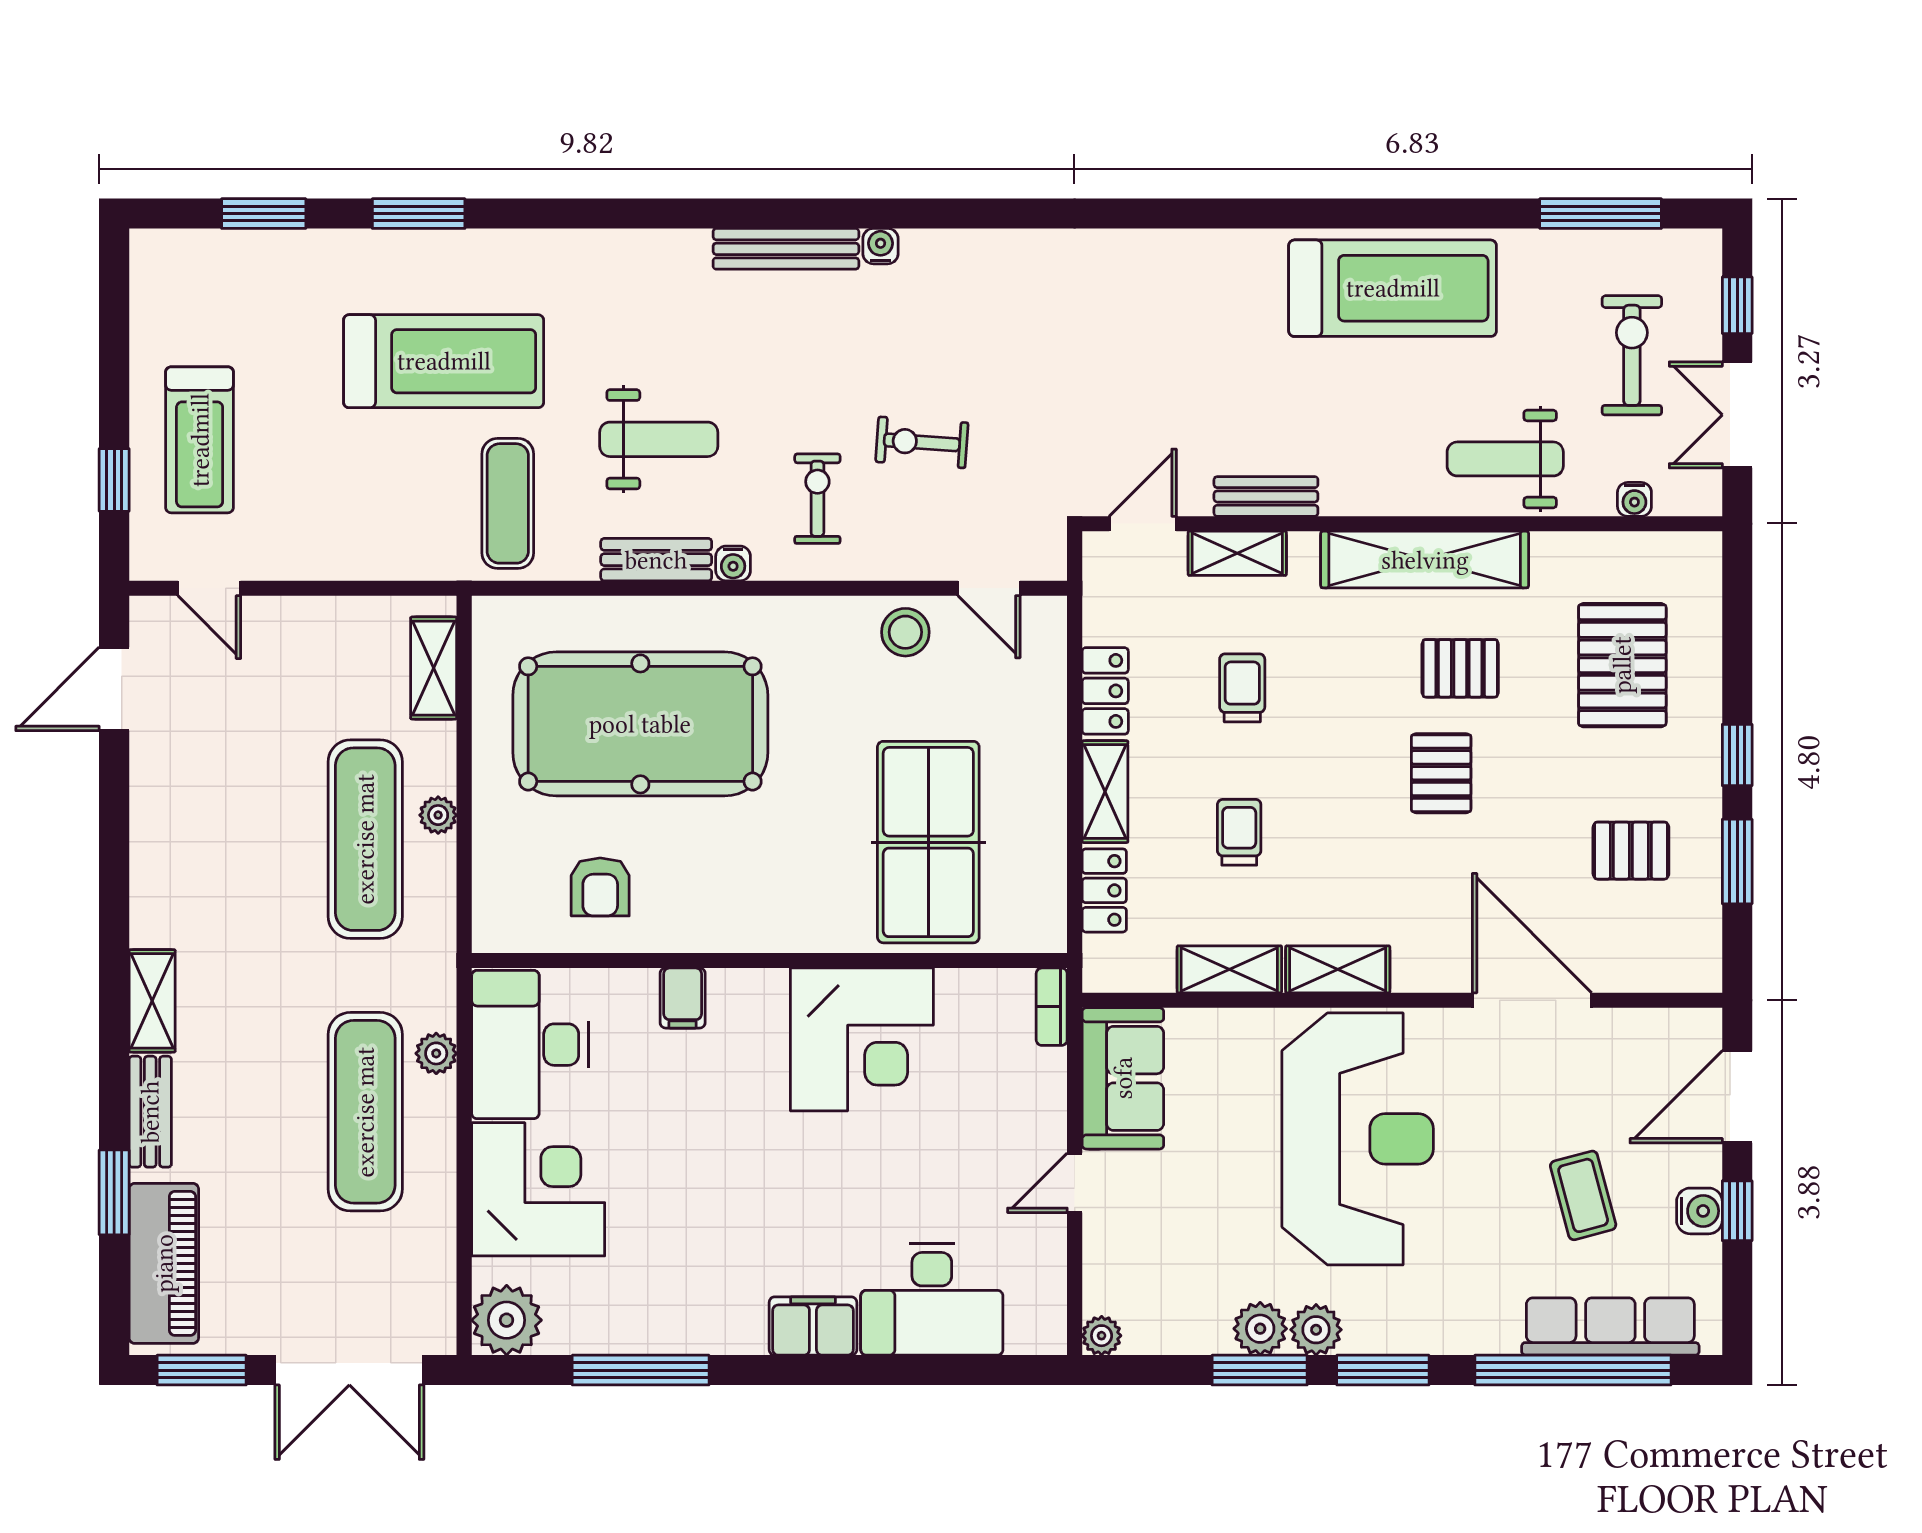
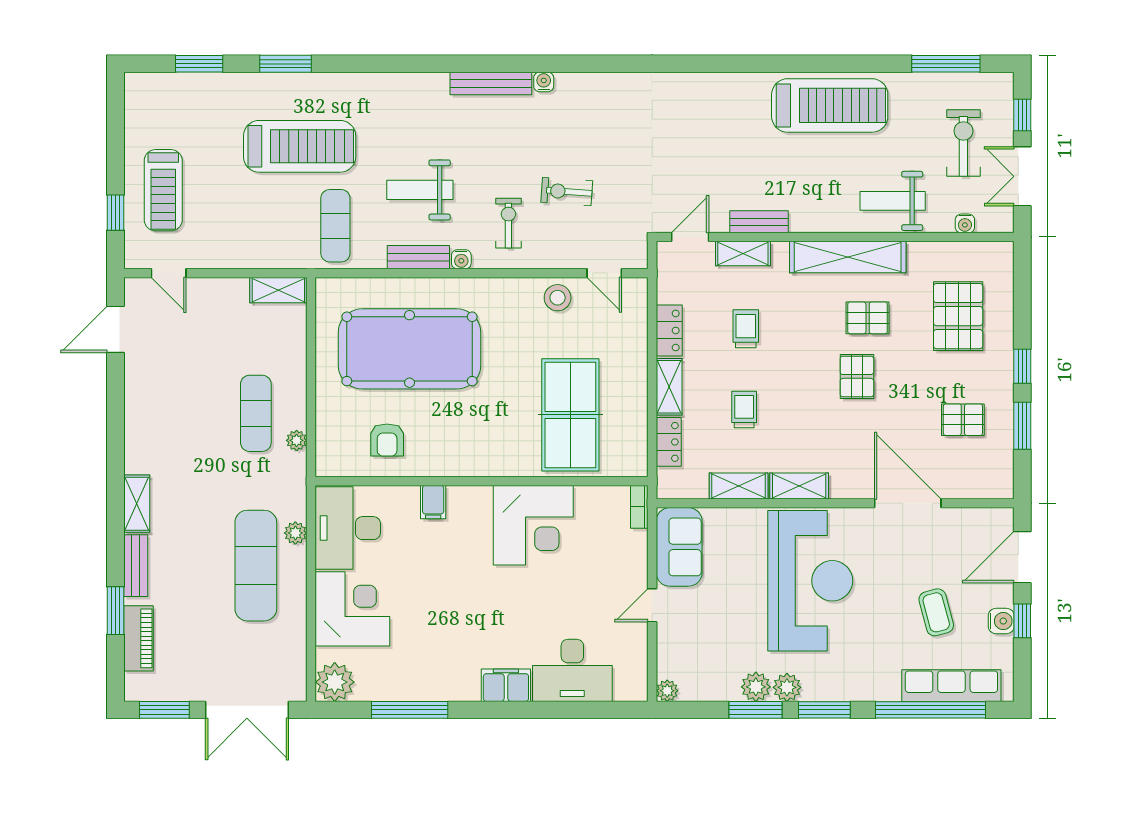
weight bench: (659, 439) -> (420, 190), turned 180
shelving: (434, 668) -> (278, 290), moved, turned 90
plant: (438, 815) -> (297, 440), moved
exercise mat: (365, 839) -> (256, 413), width x0.73, depth x0.69
piano: (164, 1263) -> (138, 638), width x0.73, depth x0.75

